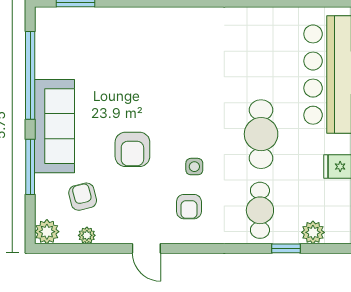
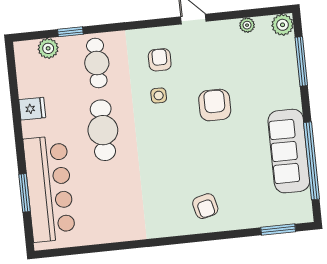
sofa: (54, 126) -> (289, 151), moved
window: (30, 167) -> (301, 61), moved
armchair: (83, 197) -> (205, 206), moved

